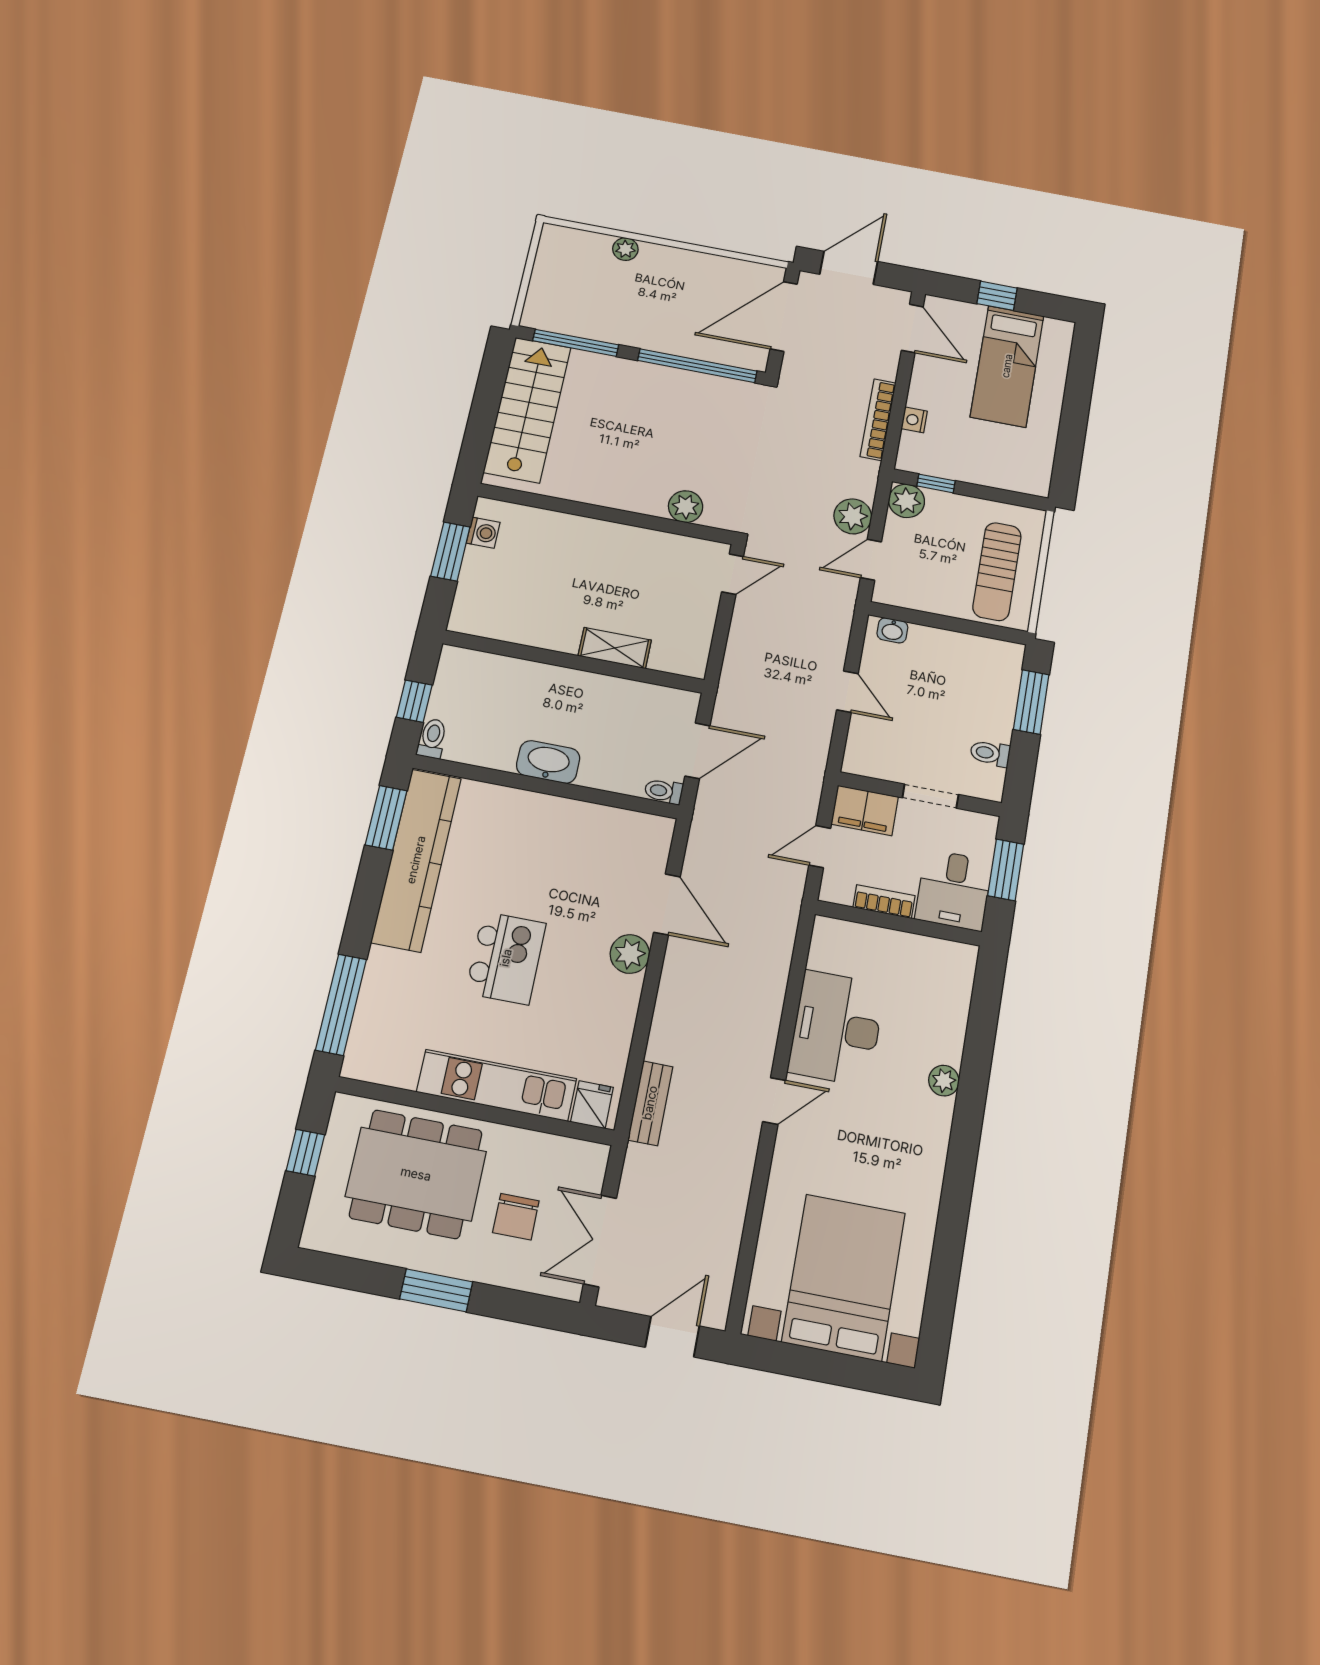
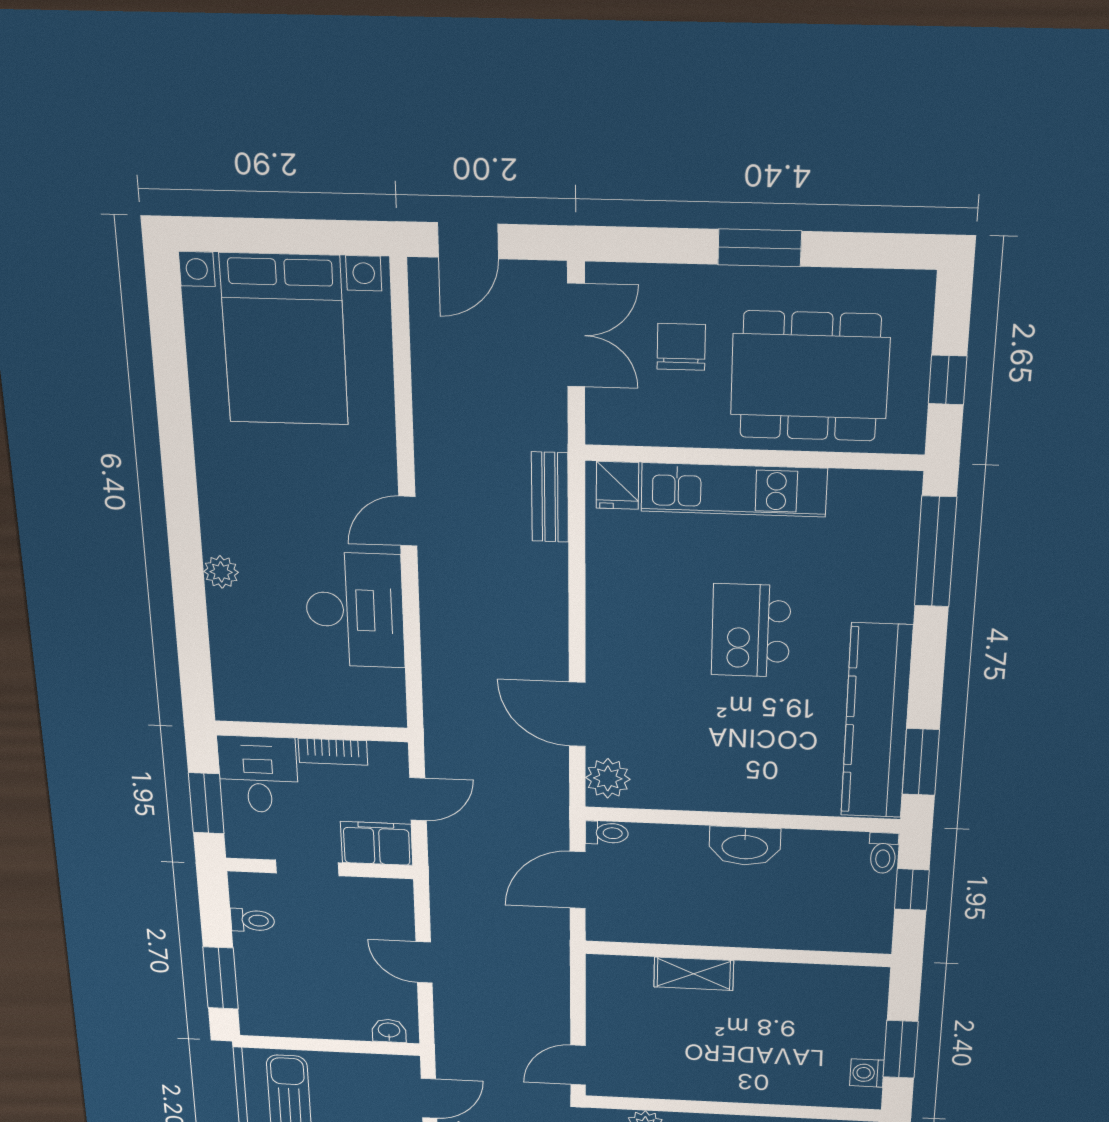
plant: (630, 954) -> (608, 778), moved

